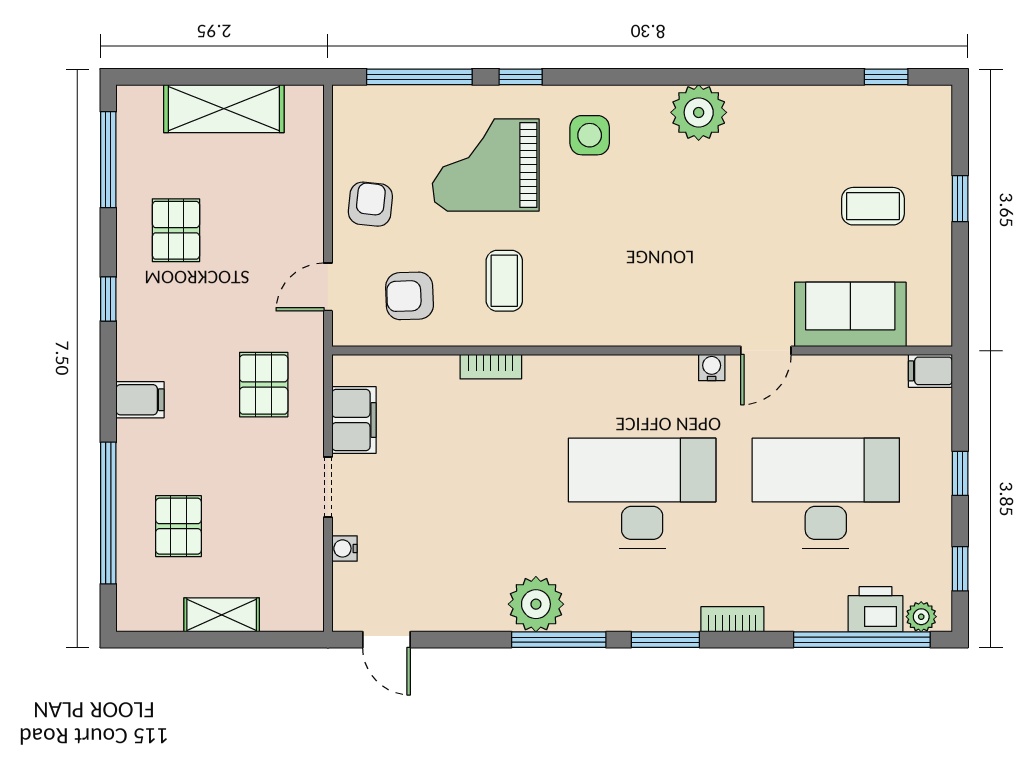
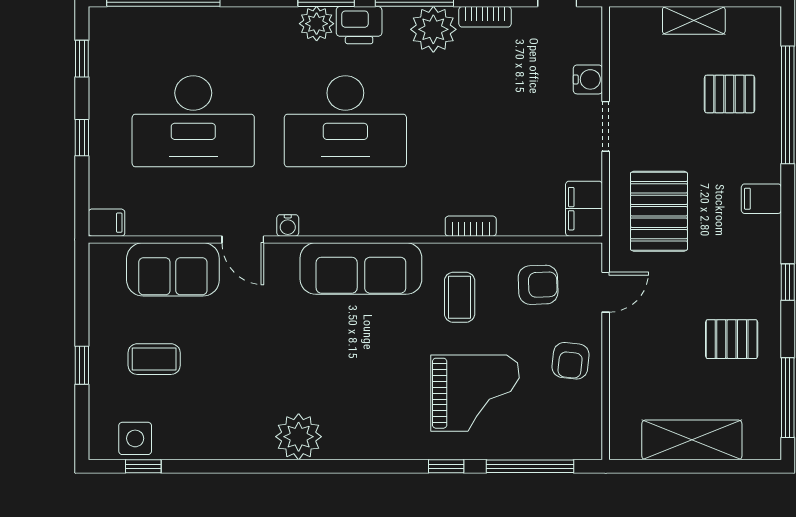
side table: (590, 135) -> (135, 438), moved
pallet: (176, 230) -> (732, 339), turned 90
sofa: (623, 315) -> (361, 269), added
door: (766, 351) -> (243, 239), swing flipped
pallet: (264, 385) -> (659, 211), width x1.50, depth x1.42
filing cabinet: (354, 420) -> (584, 209), moved
pallet: (178, 526) -> (730, 94), turned 90
water cooler: (344, 548) -> (588, 79), width x1.38, depth x1.38
printer: (876, 609) -> (359, 25), moved
plant: (921, 617) -> (317, 24), moved, width x1.38, depth x1.38
bookcase: (732, 619) -> (485, 17), moved

